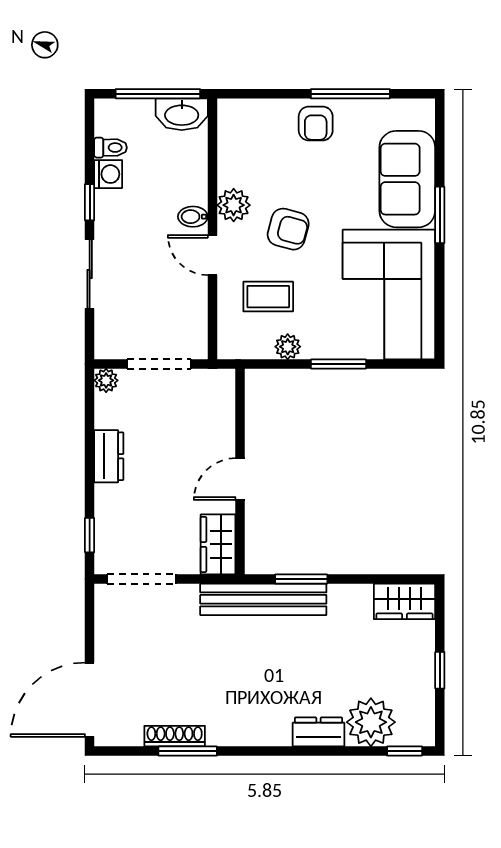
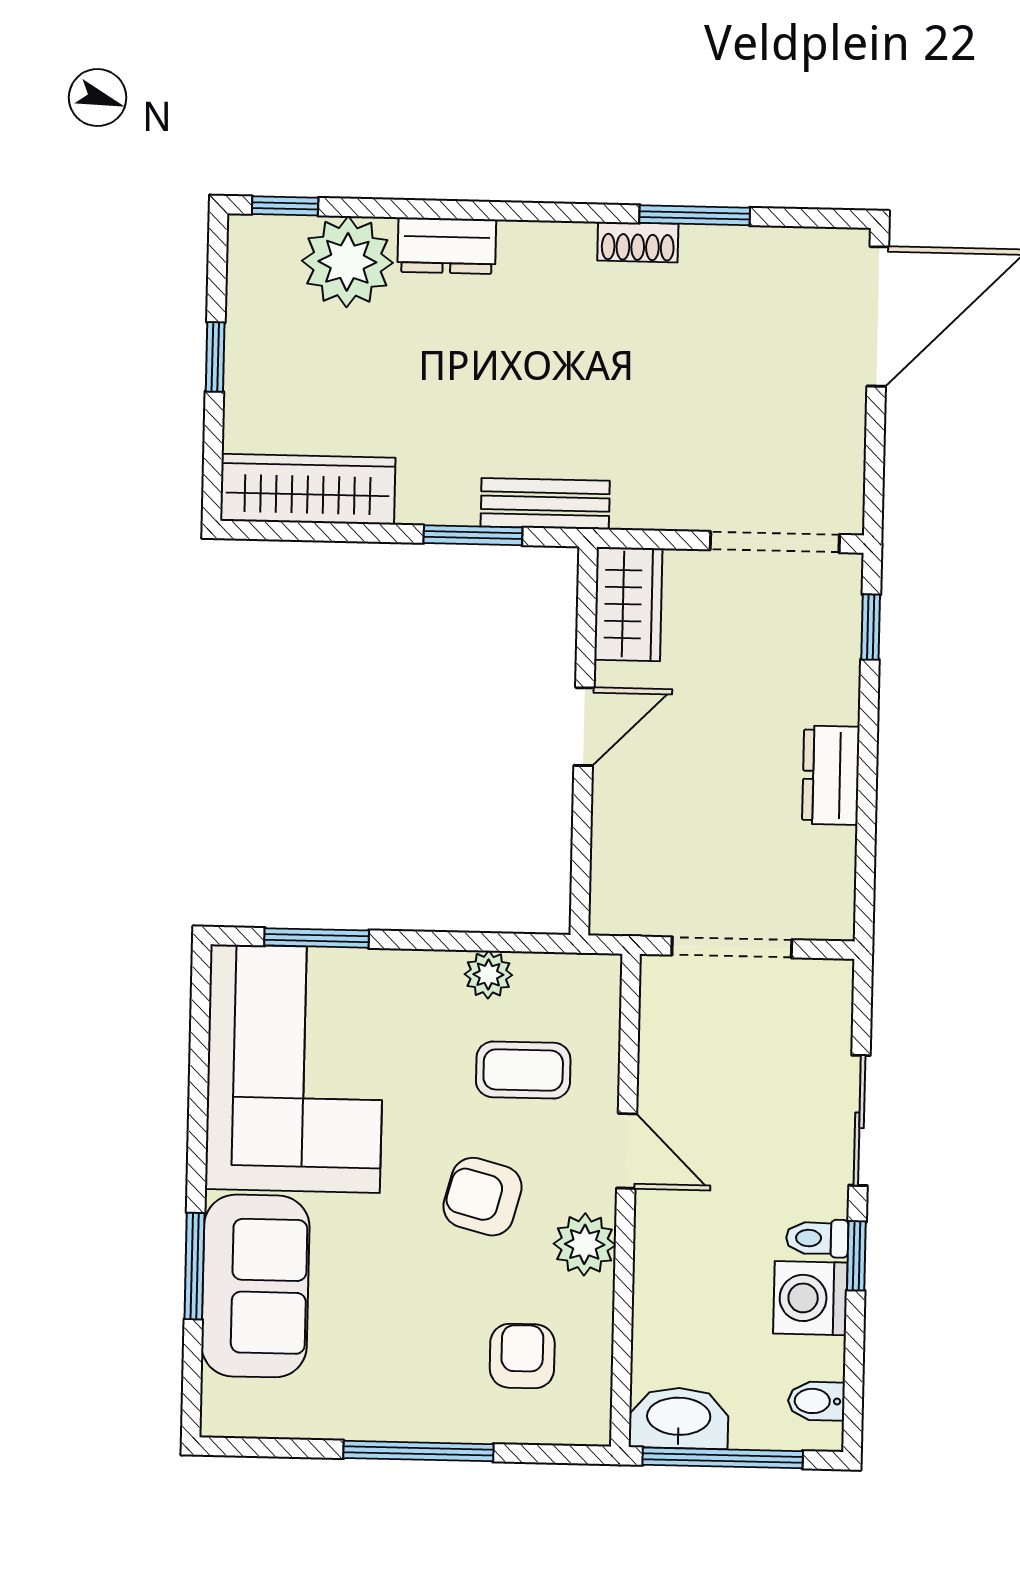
window: (350, 94) -> (418, 1451), moved
armchair: (316, 123) -> (522, 1356), moved
toilet: (111, 148) -> (817, 1238), moved
washing machine: (108, 174) -> (810, 1298), width x1.38, depth x1.38
window: (440, 215) -> (194, 1266), moved
bidet: (193, 217) -> (816, 1401), moved, turned 180
window: (338, 364) -> (317, 938), moved
plant: (106, 380) -> (833, 919), removed
bench: (263, 599) -> (545, 504), width x0.54, depth x0.82
wardrobe: (405, 601) -> (308, 489), width x1.50
shoe rack: (175, 736) -> (638, 242), moved, width x0.70

